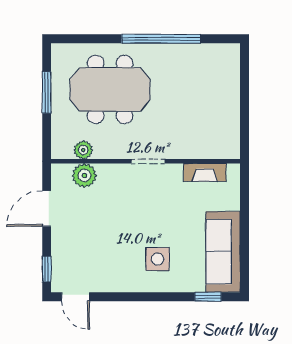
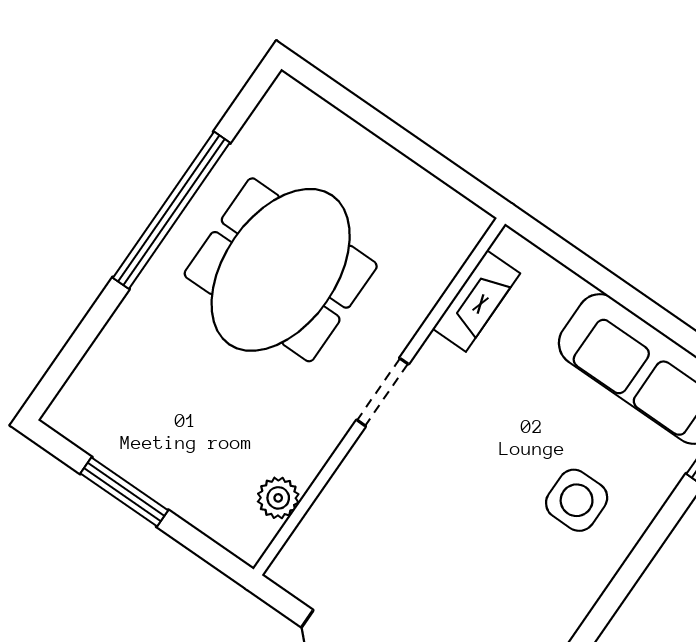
meeting table: (110, 89) -> (281, 270), moved
plant: (84, 175) -> (327, 529), removed

